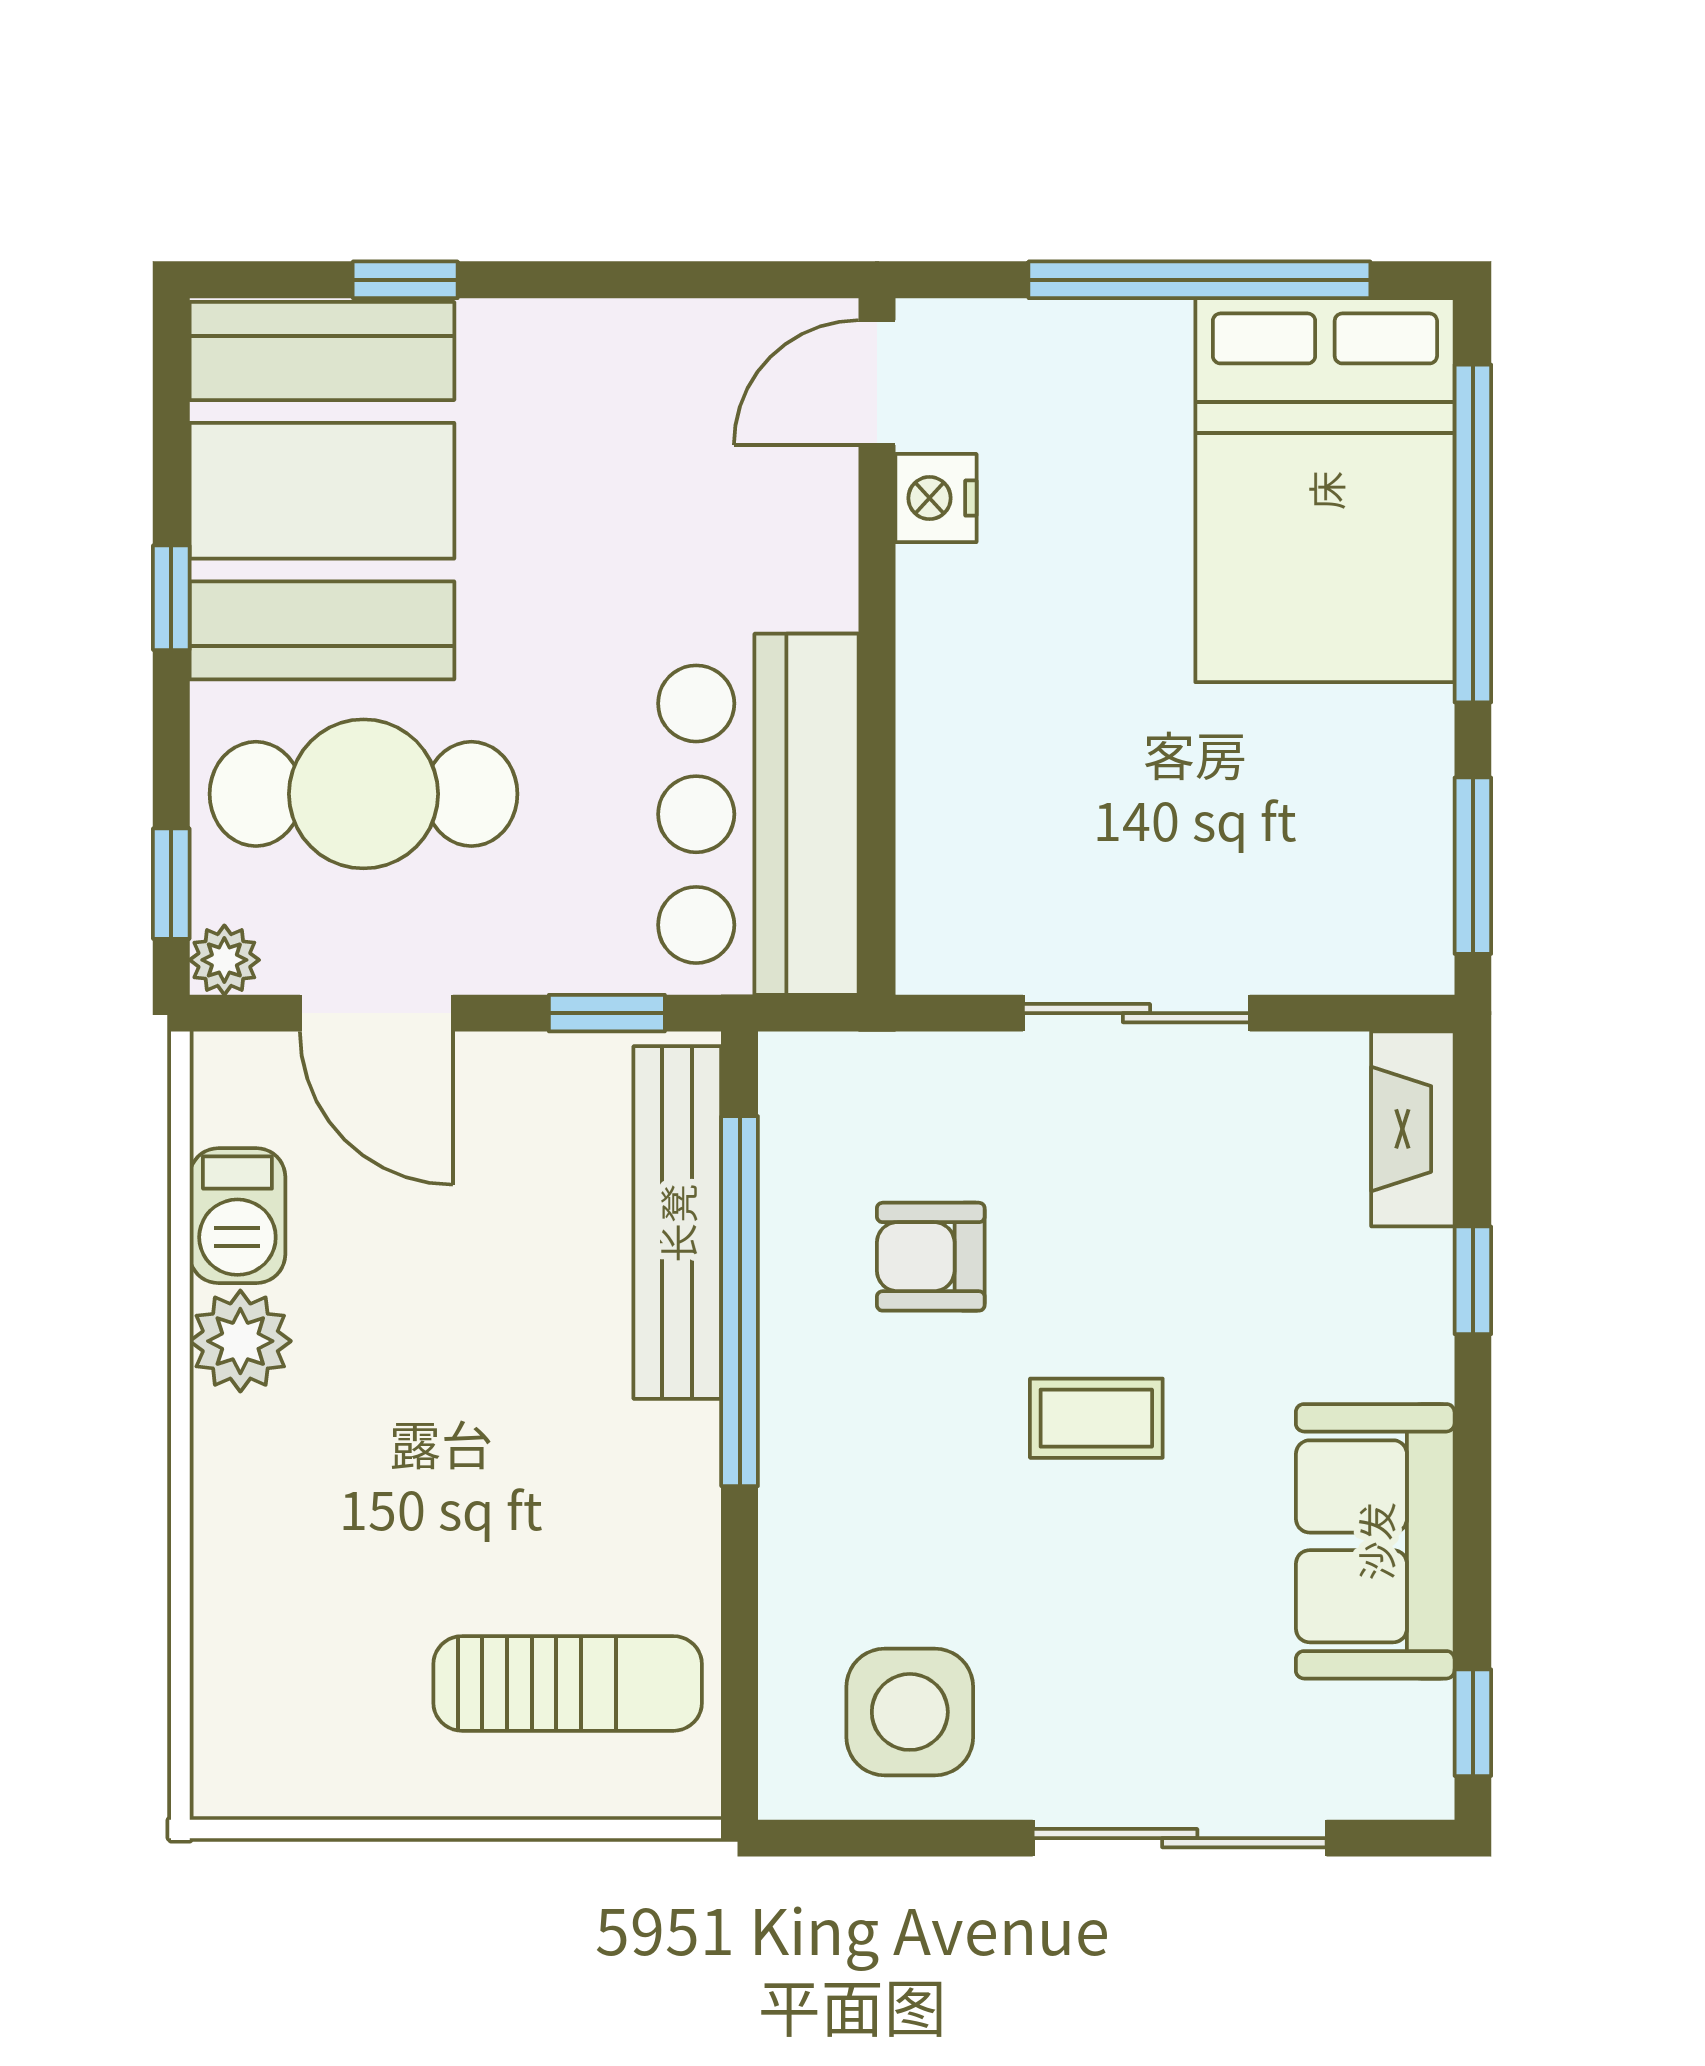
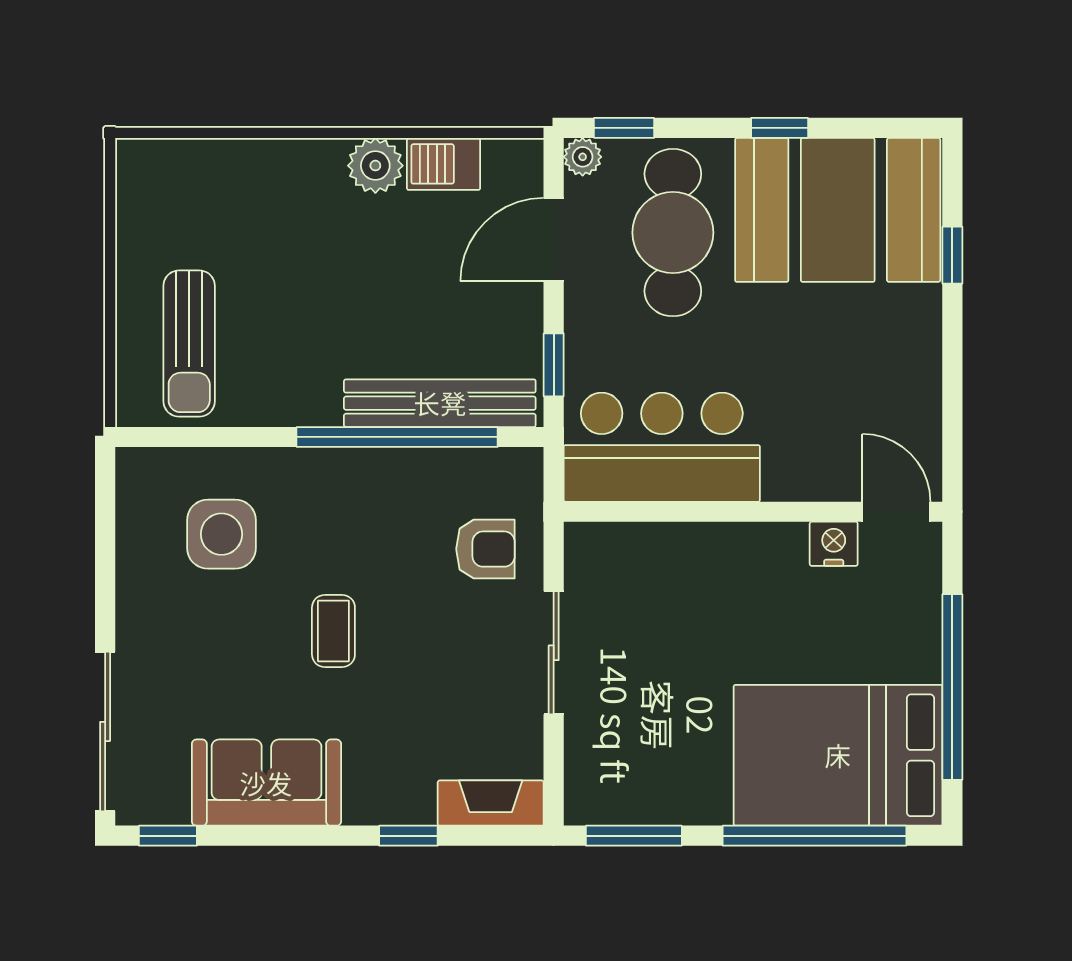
armchair: (931, 1257) -> (485, 549), moved, turned 90
side table: (910, 1712) -> (221, 534), moved
sliding door: (1180, 1838) -> (105, 731), moved

